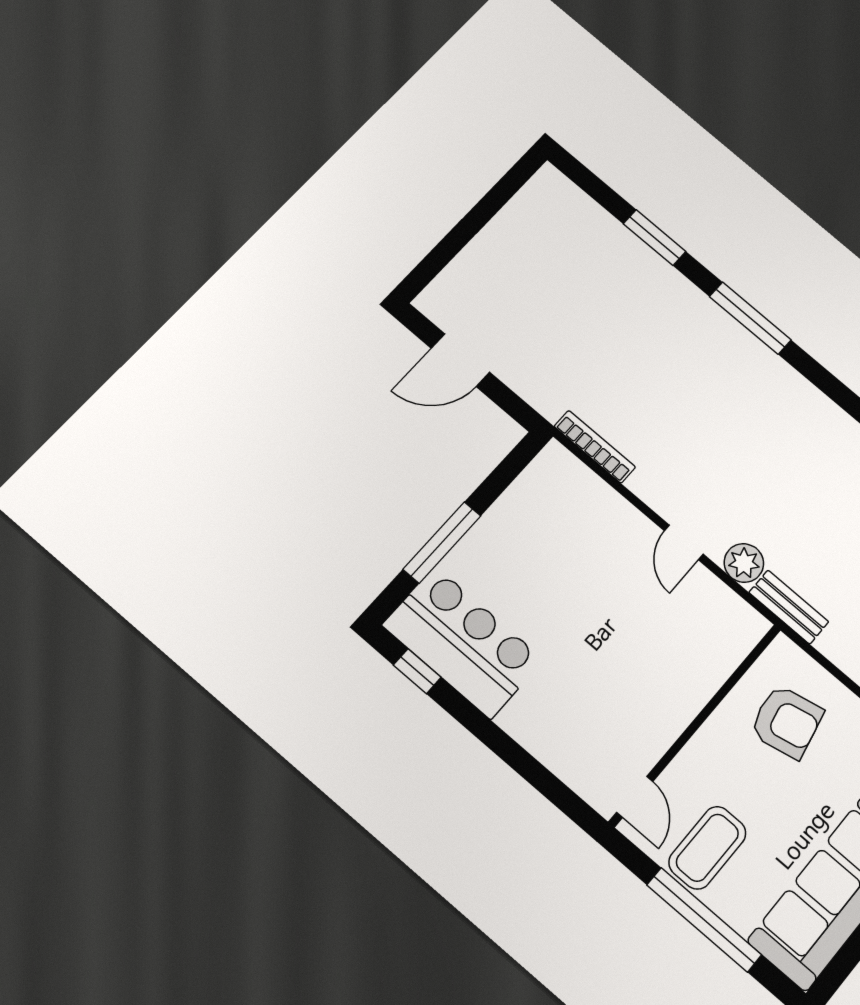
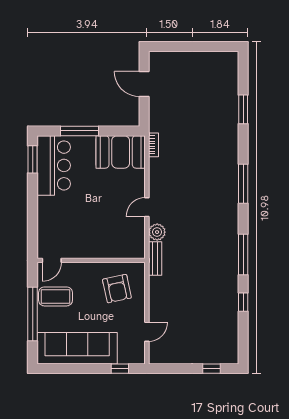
window: (750, 318) -> (243, 184), moved
bookcase: (595, 447) -> (153, 145), width x0.64
booth: (545, 503) -> (121, 152), added
window: (417, 671) -> (33, 159), width x1.50

